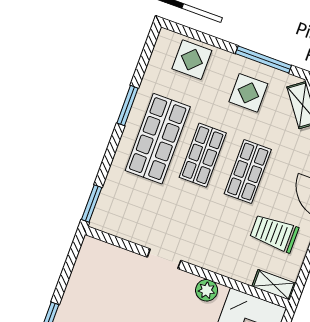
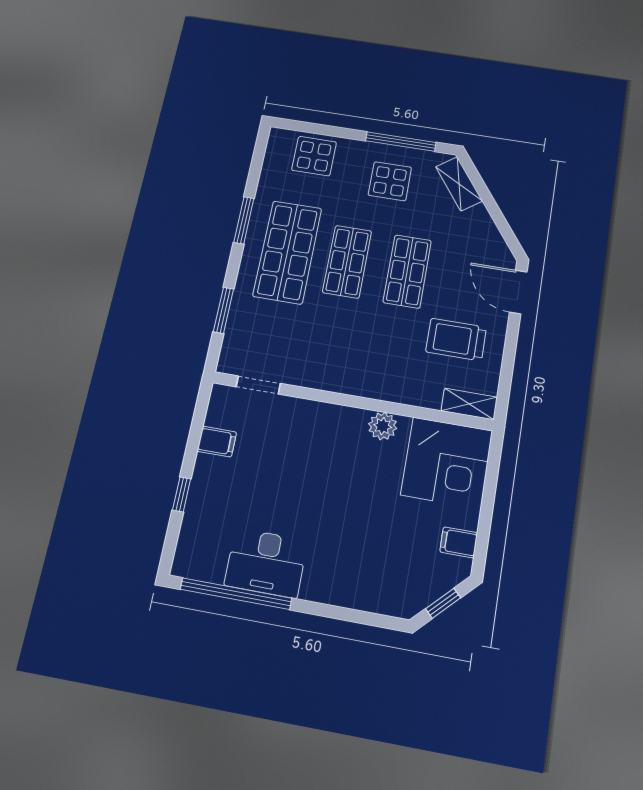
window: (92, 203) -> (223, 310), moved
doorway: (164, 259) -> (258, 385), moved
filing cabinet: (82, 280) -> (217, 442), added

